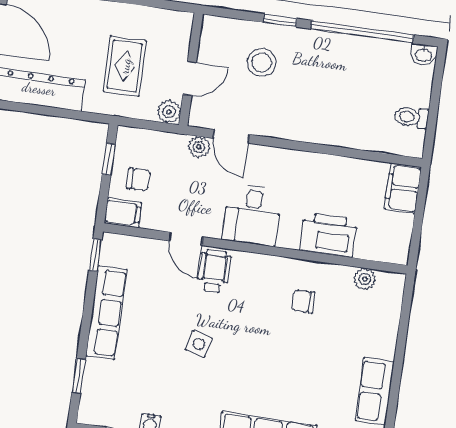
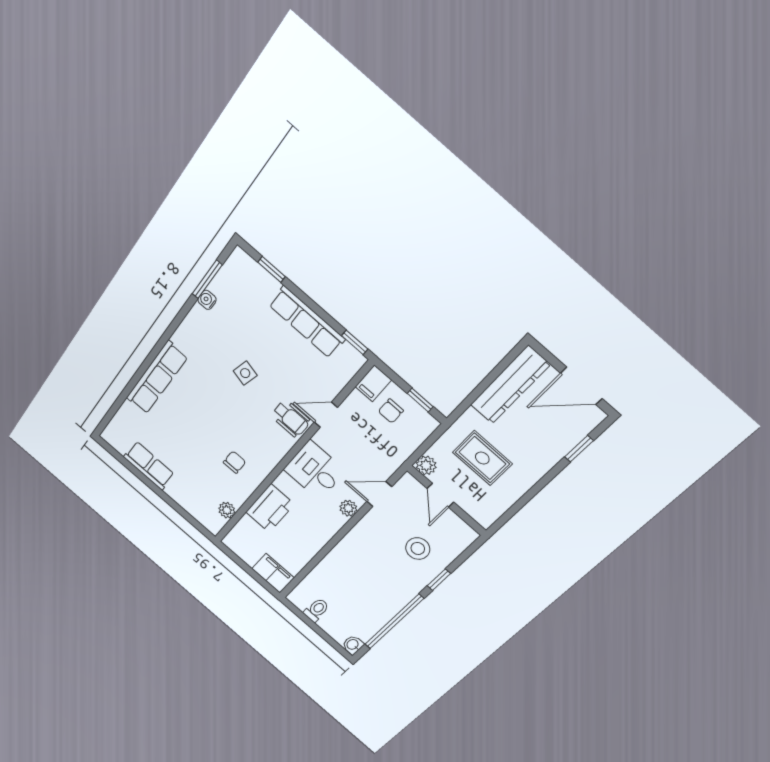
plant: (199, 147) -> (348, 508), moved

